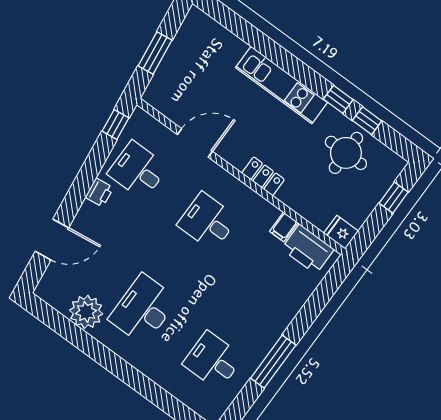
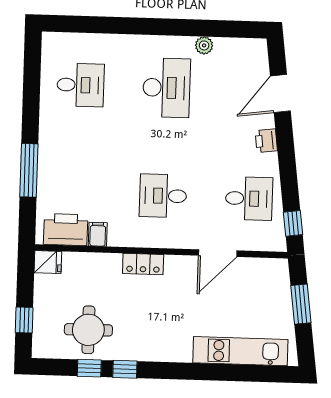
kitchen unit: (282, 85) -> (240, 351), moved
printer: (99, 193) -> (266, 141), moved
desk: (208, 222) -> (163, 196), turned 180
plant: (86, 312) -> (204, 45), width x0.53, depth x0.53
window: (273, 362) -> (29, 170), moved

